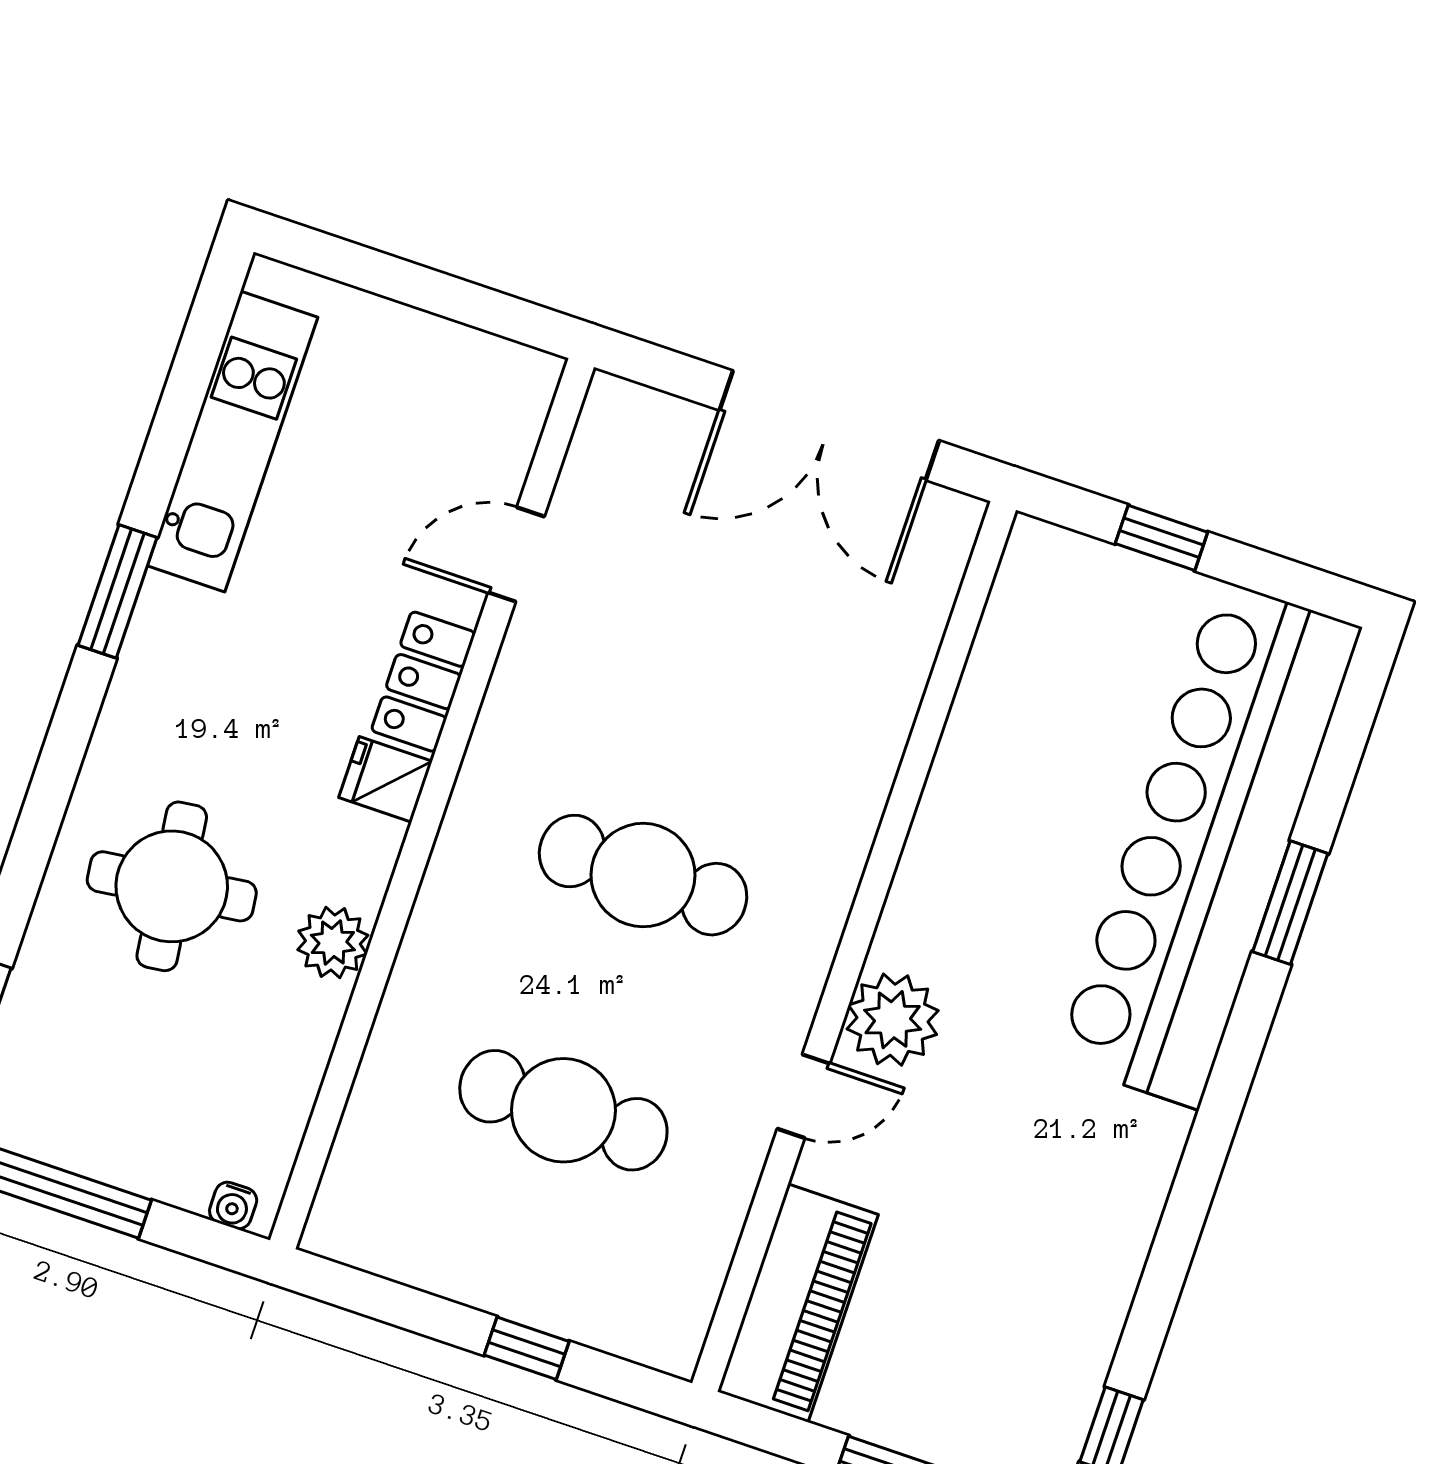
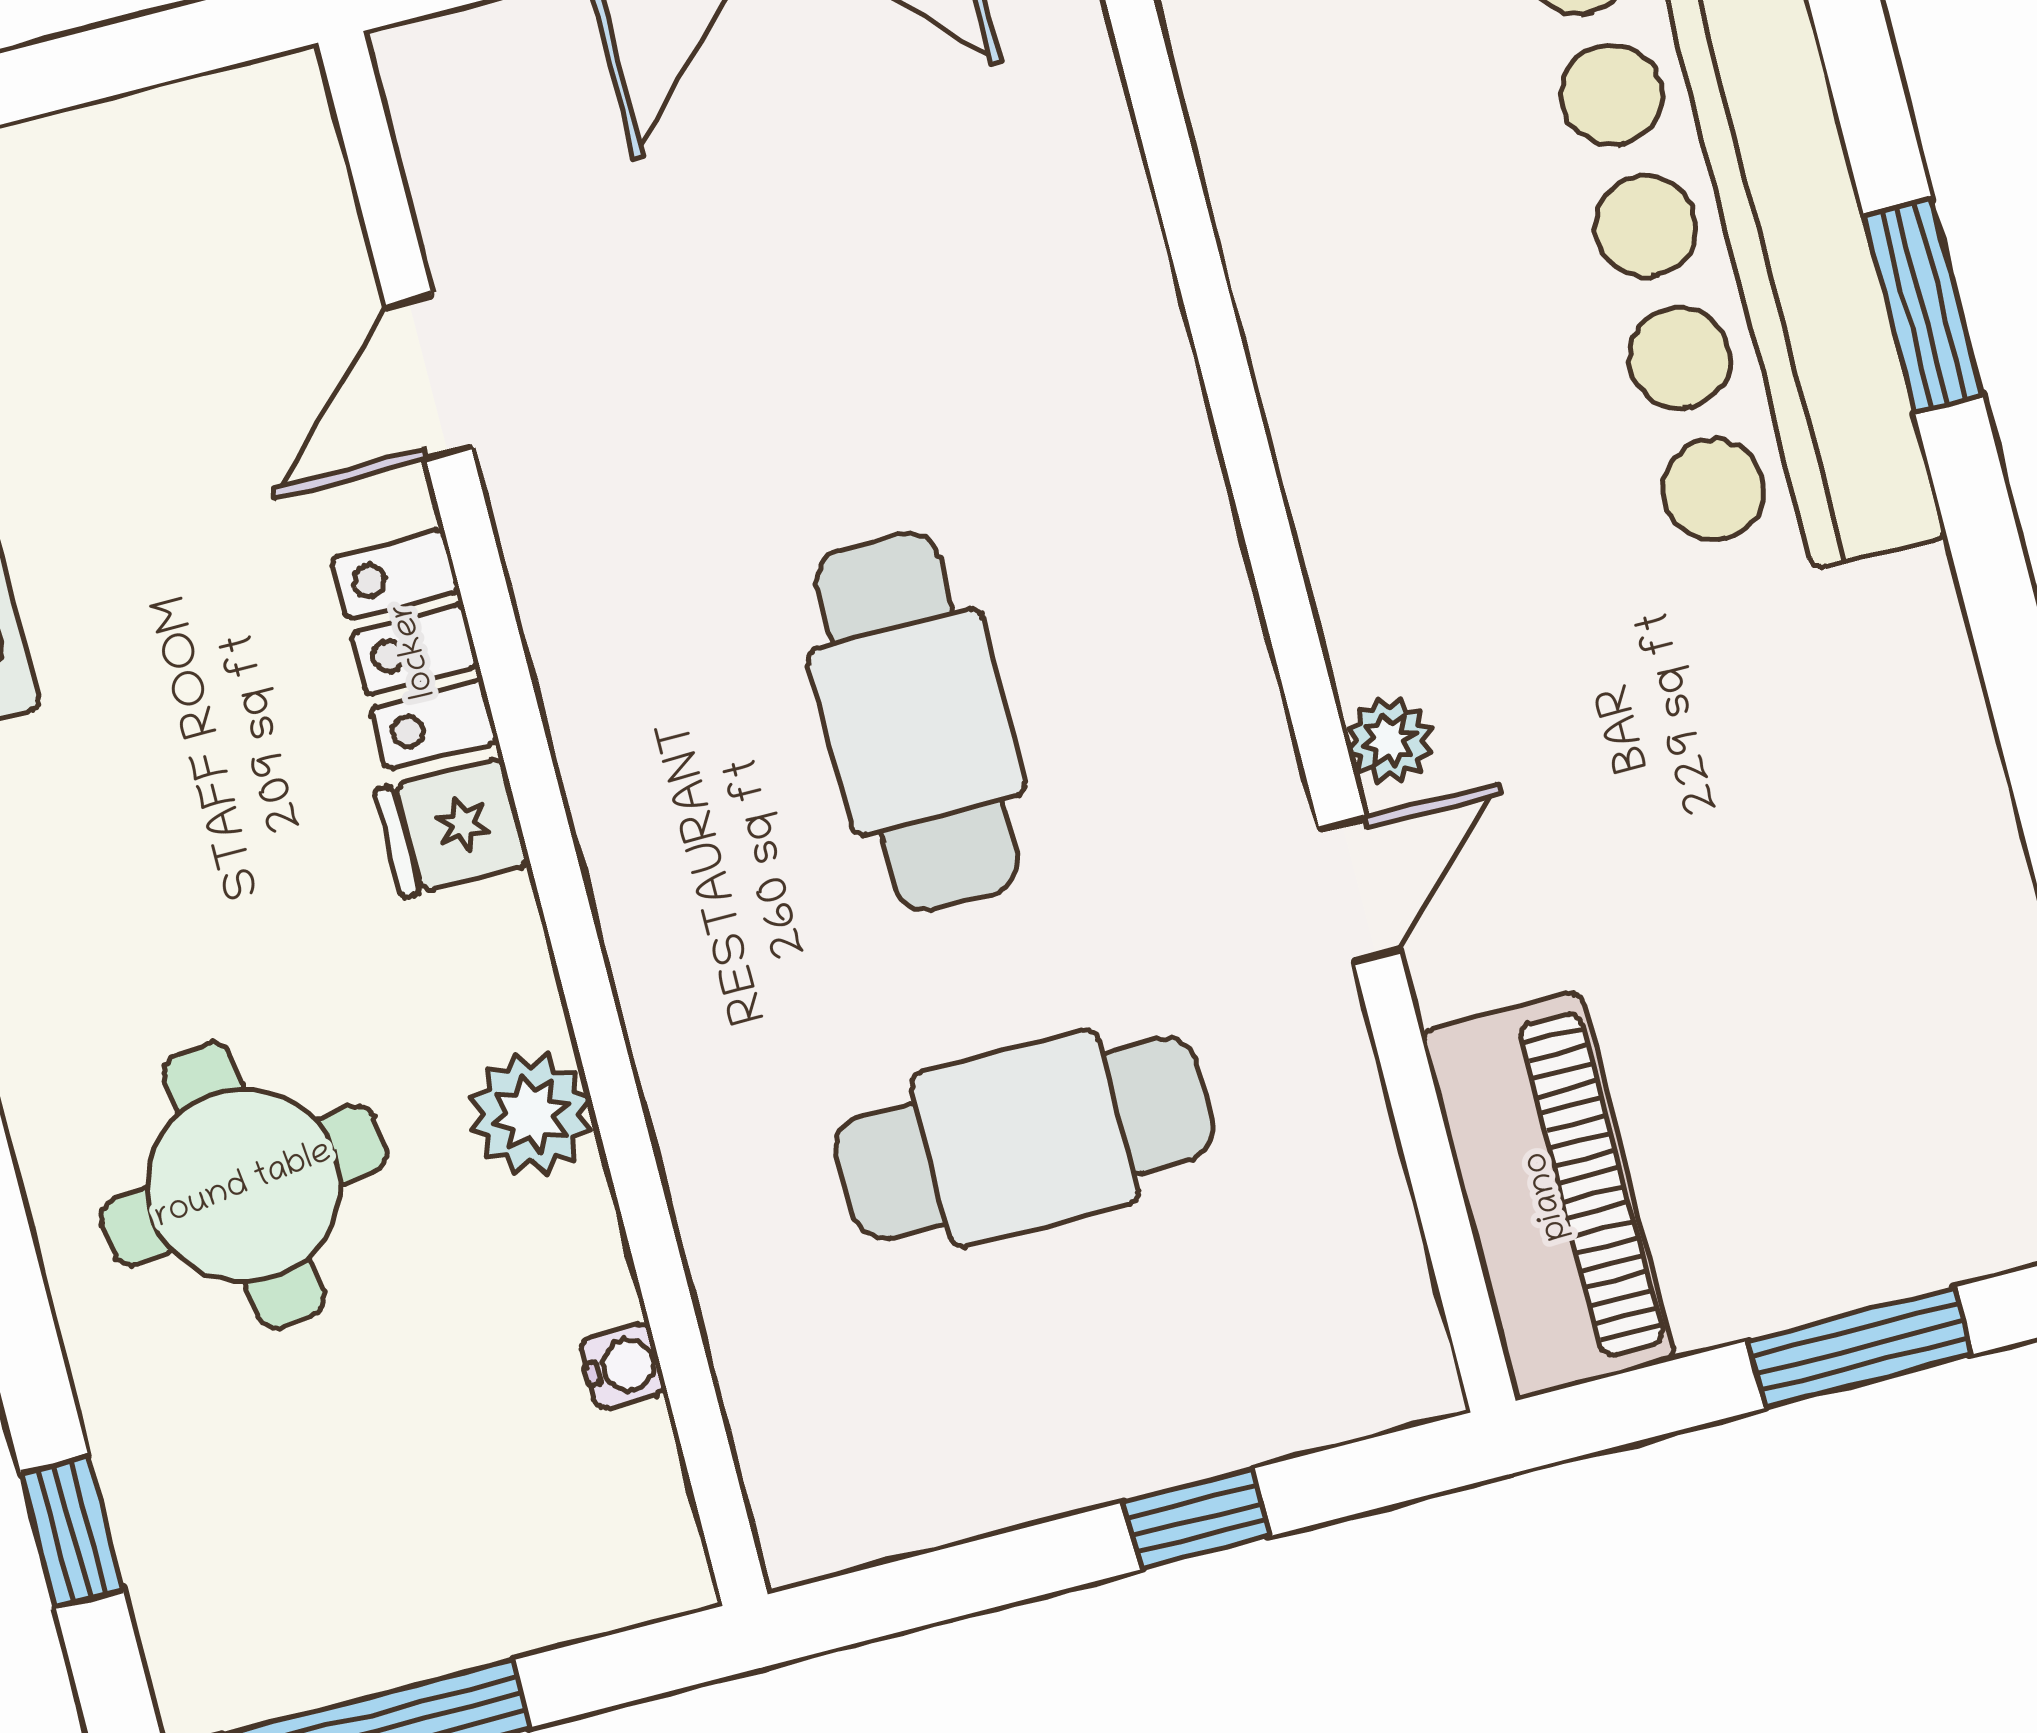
cafe table: (643, 875) -> (917, 722), turned 90
window: (1290, 903) -> (1923, 306), moved
plant: (893, 1020) -> (1389, 741), width x0.53, depth x0.53
water cooler: (233, 1206) -> (623, 1366), moved, turned -90

